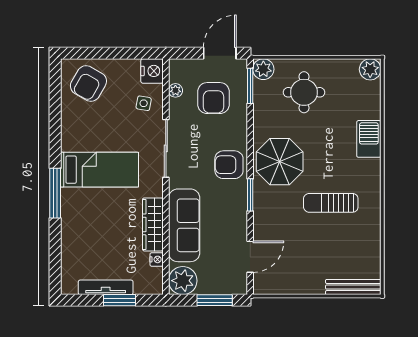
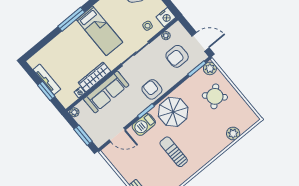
plant: (370, 69) -> (233, 133), moved
round table: (304, 92) -> (215, 96), turned 45
barbecue: (369, 139) -> (144, 124), moved, turned 180
plant: (183, 281) -> (74, 112), width x0.53, depth x0.53

